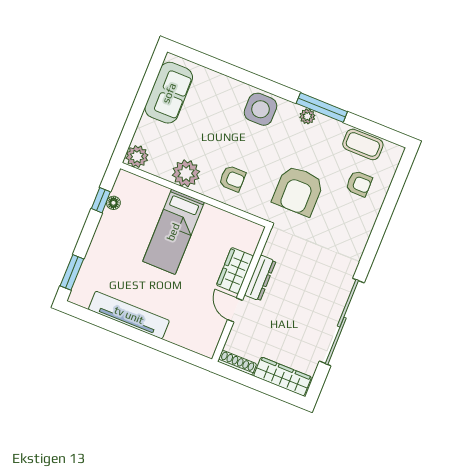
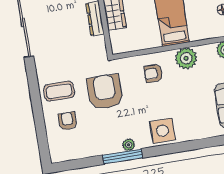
coffee table: (363, 144) -> (59, 91), moved
armchair: (359, 184) -> (67, 121), turned 90

